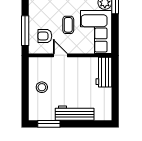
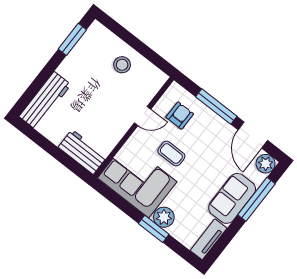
window: (25, 31) -> (216, 107), moved
workbench: (75, 113) -> (45, 101), moved

